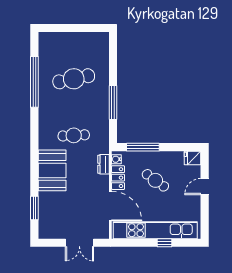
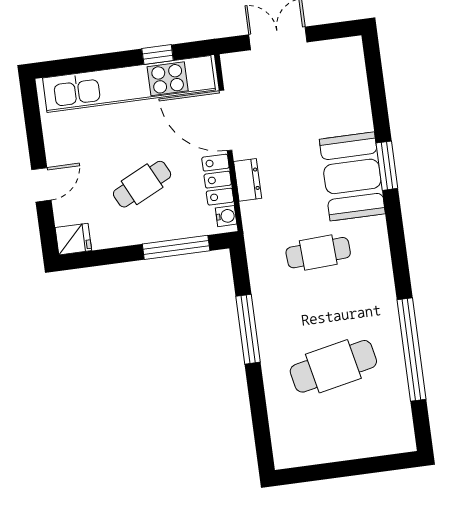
dresser: (103, 164) -> (248, 180), moved
cafe table: (155, 180) -> (142, 184), turned -62
window: (34, 208) -> (387, 166), moved
window: (165, 243) -> (158, 54), moved

